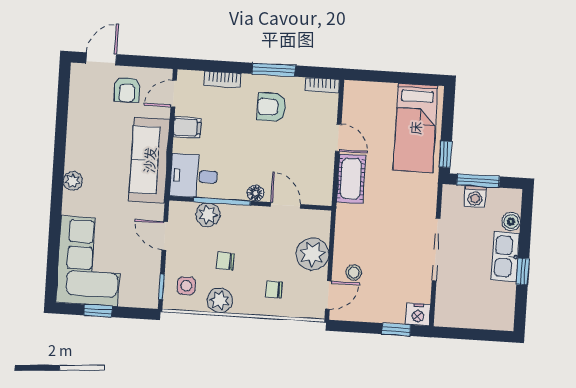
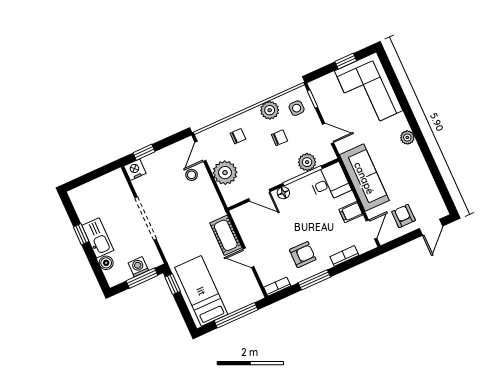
window: (389, 77) -> (236, 315), added

